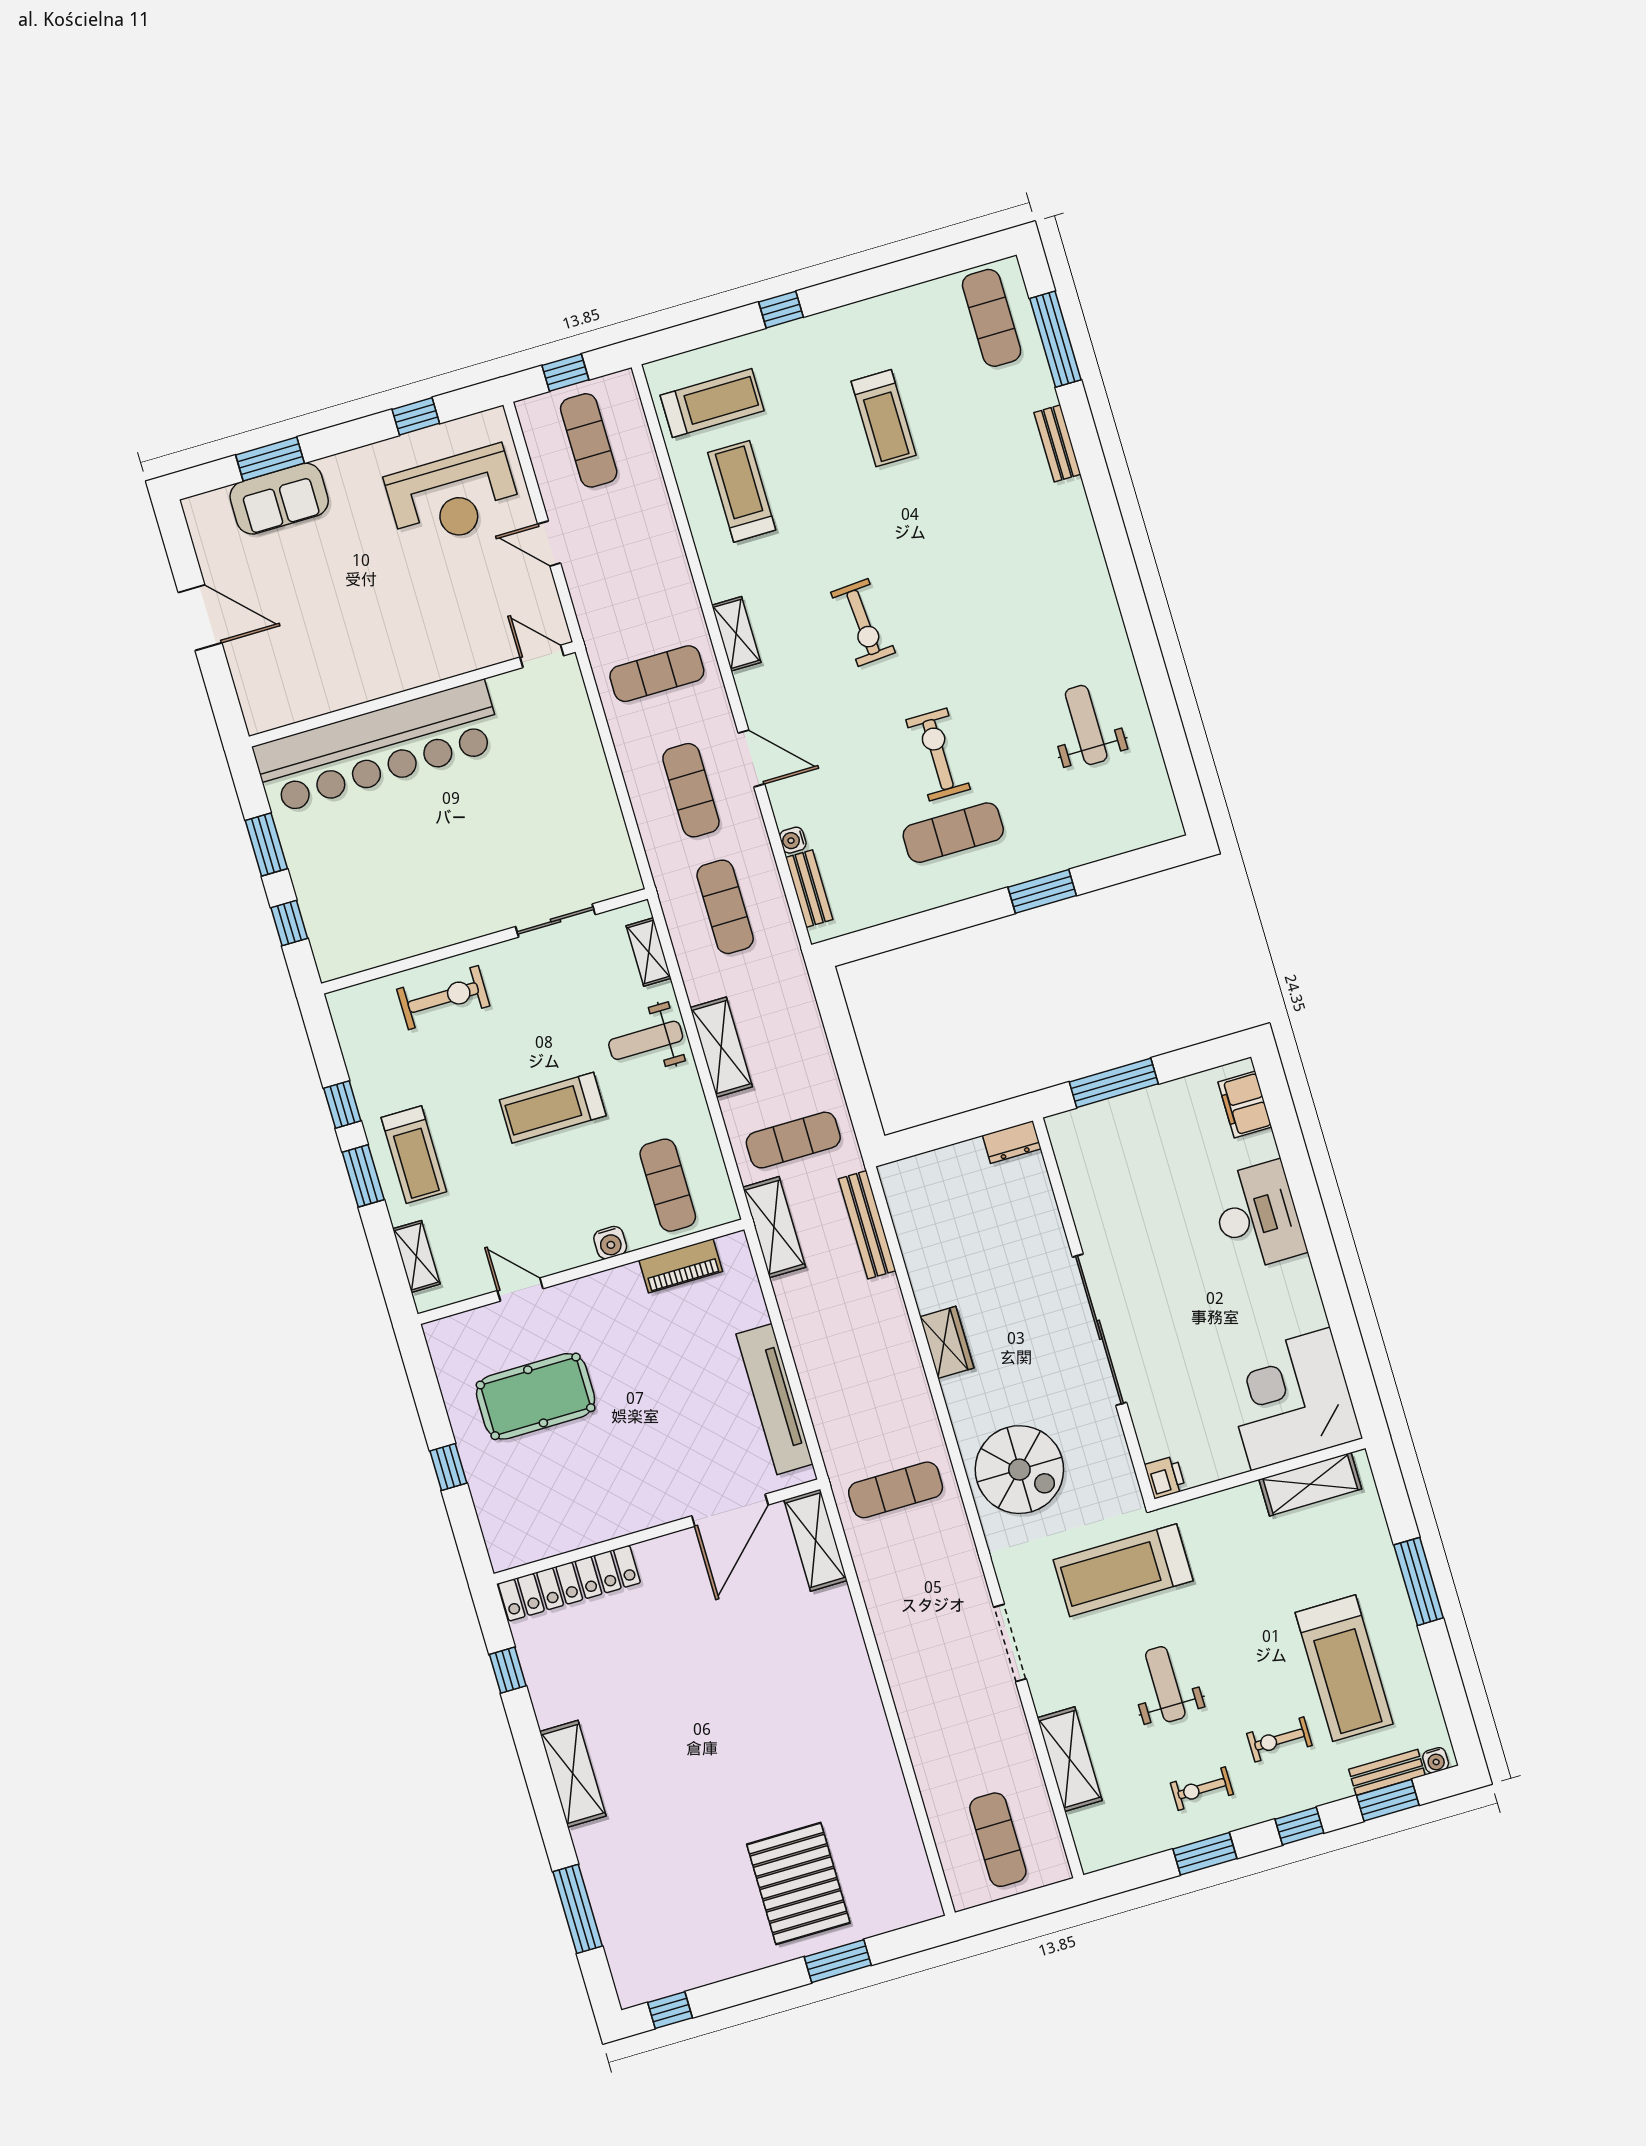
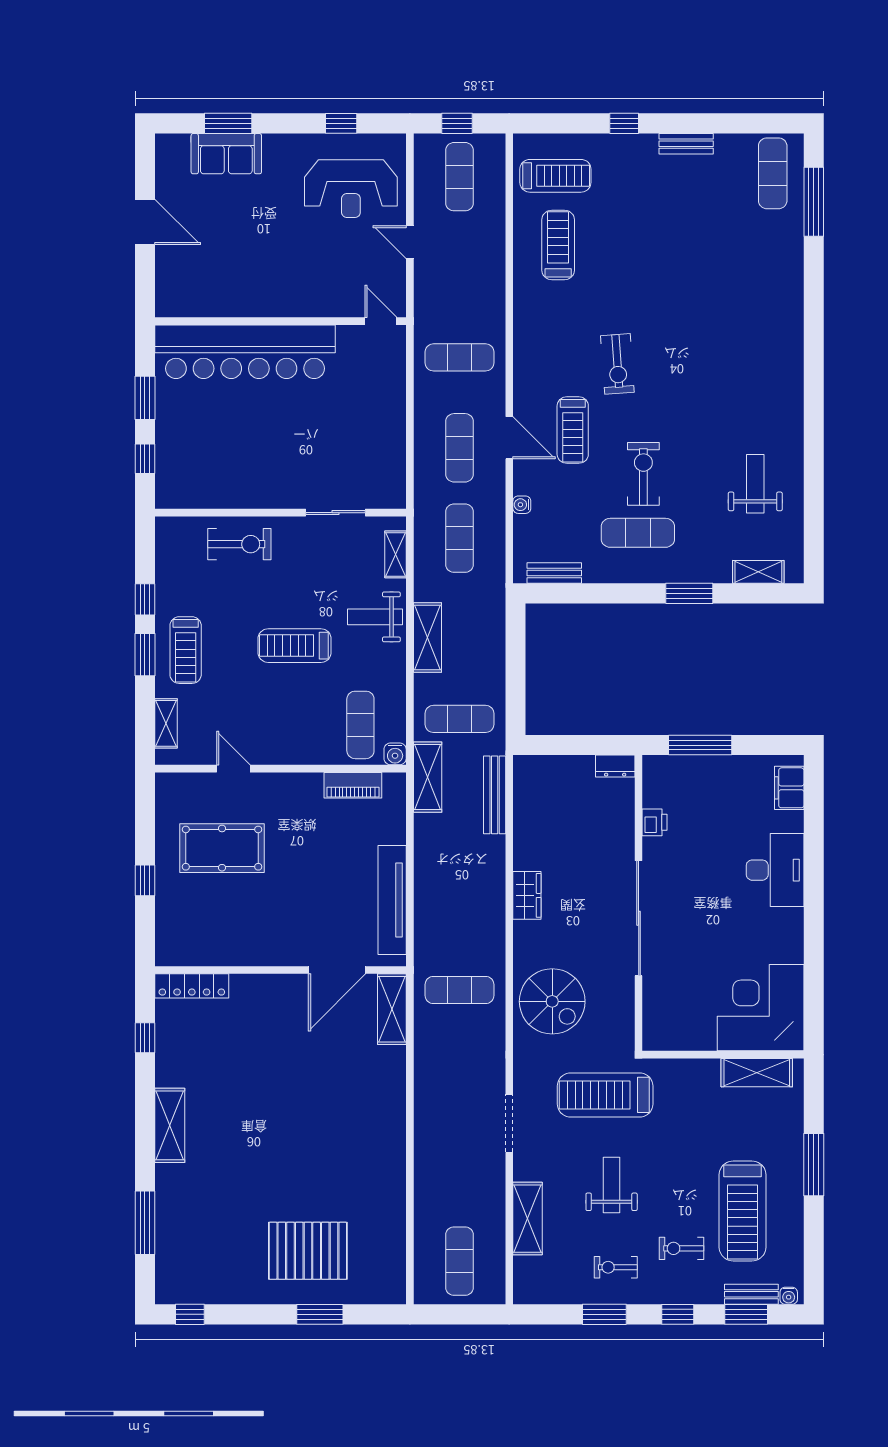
treadmill: (884, 418) -> (573, 430), moved
bench: (1057, 443) -> (686, 144), moved, turned 90
shelving: (736, 634) -> (758, 572), moved, turned 90
bench: (809, 889) -> (554, 573), moved, turned 90
water cooler: (610, 1243) -> (395, 754), moved
printer: (1165, 1477) -> (655, 822), moved
locker: (569, 1583) -> (192, 986), width x0.71, depth x0.83
pallet: (798, 1884) -> (308, 1251), turned 90

